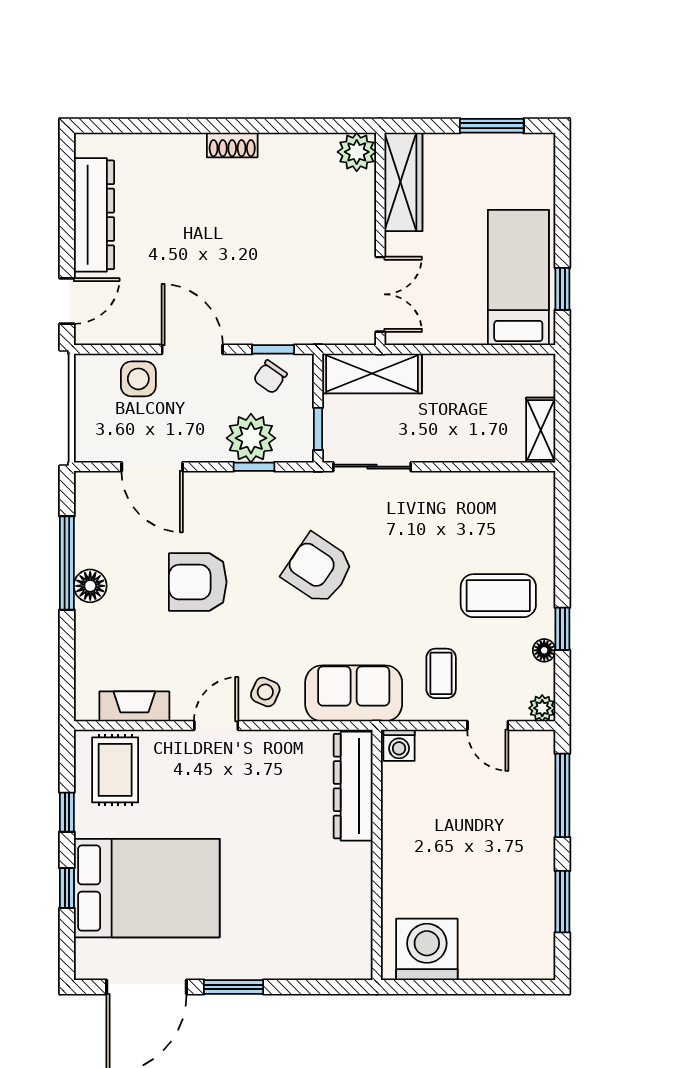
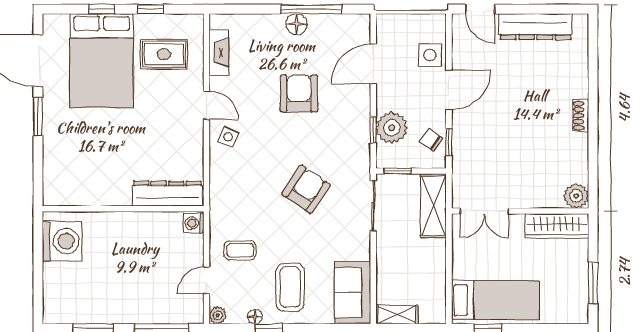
armchair: (318, 569) -> (306, 189), moved
sofa: (354, 693) -> (353, 293), moved, turned 180
rug: (115, 770) -> (164, 54), moved

